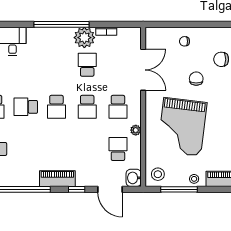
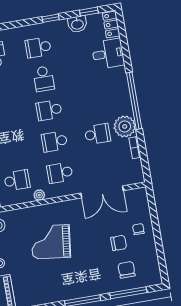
chair: (196, 79) -> (119, 243), moved
school desk: (26, 107) -> (44, 79), turned 180
grand piano: (182, 127) -> (51, 242), width x0.73, depth x0.68

